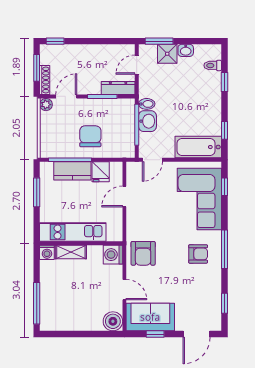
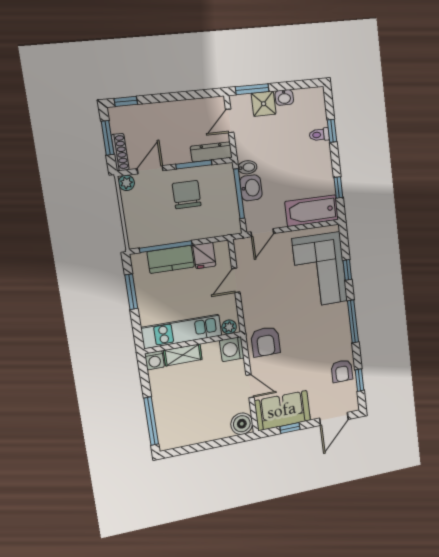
toilet: (213, 65) -> (319, 135), moved
chair: (90, 136) -> (187, 195), moved
window: (224, 187) -> (347, 270), moved
plant: (113, 235) -> (229, 327), added
armchair: (198, 254) -> (342, 371), moved, turned 90

